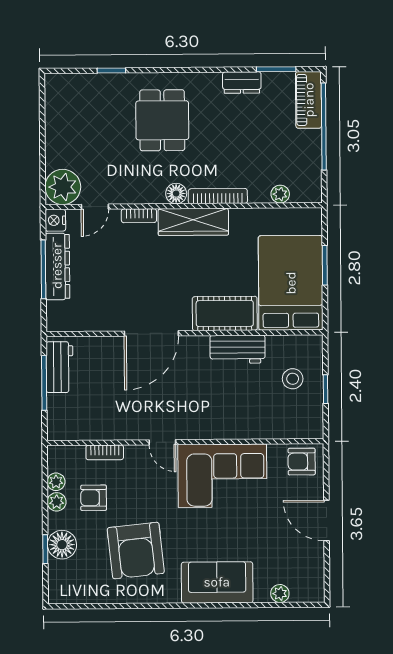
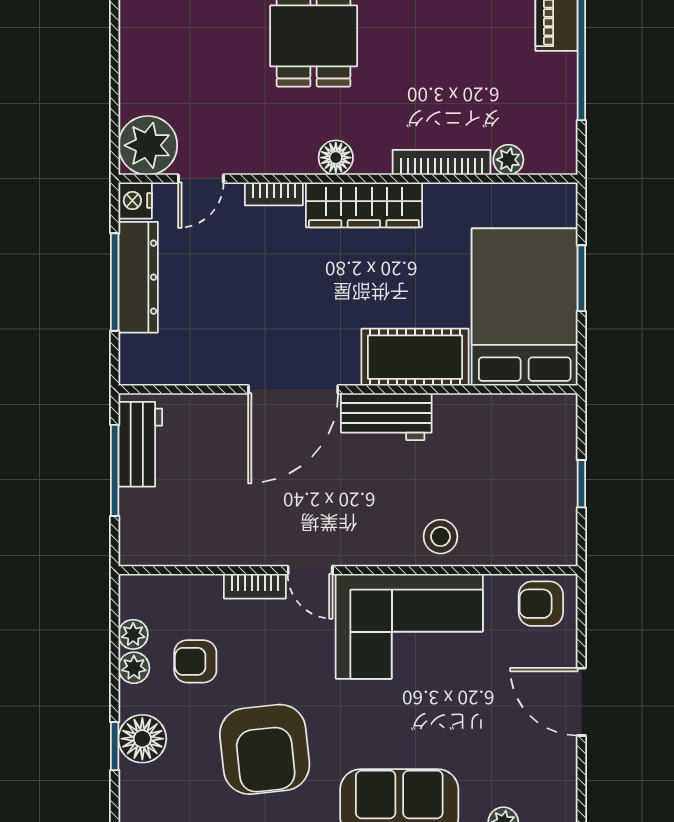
bookcase: (218, 196) -> (441, 162), moved
workbench: (238, 349) -> (386, 417), moved
stool: (293, 379) -> (441, 537), moved
bookcase: (105, 452) -> (255, 586), moved

